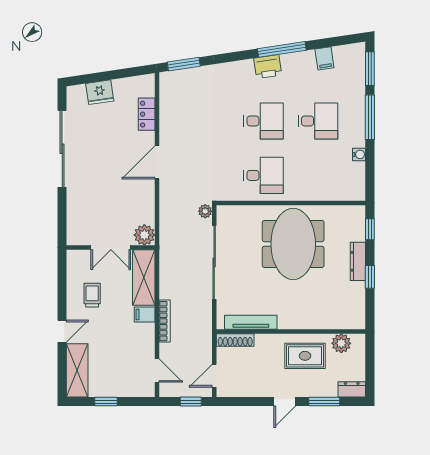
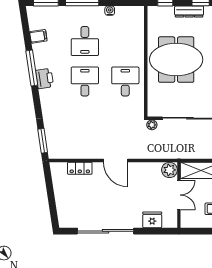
fridge: (100, 92) -> (152, 220), moved, turned -81
desk: (318, 121) -> (85, 41), turned 180

